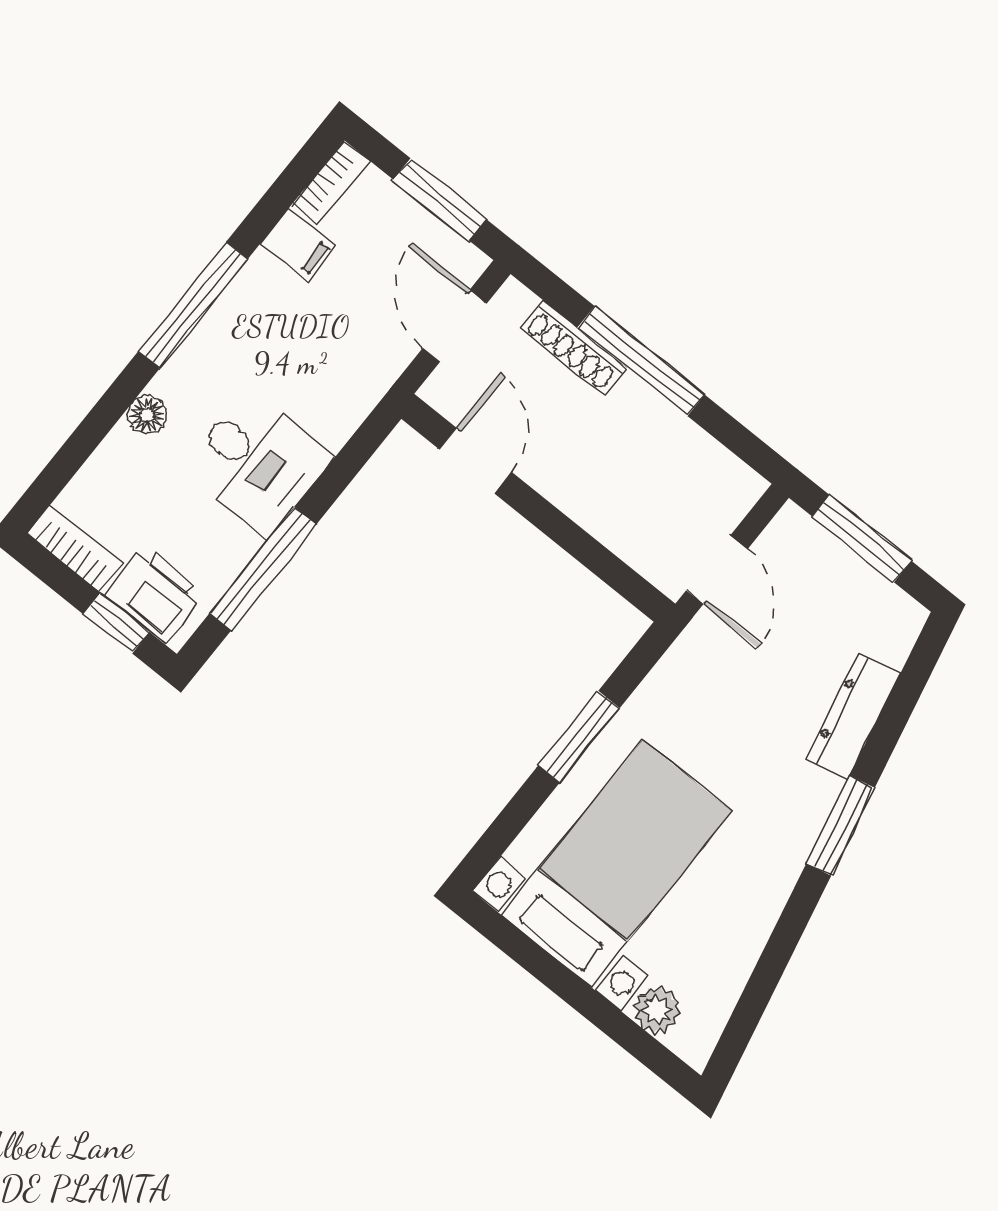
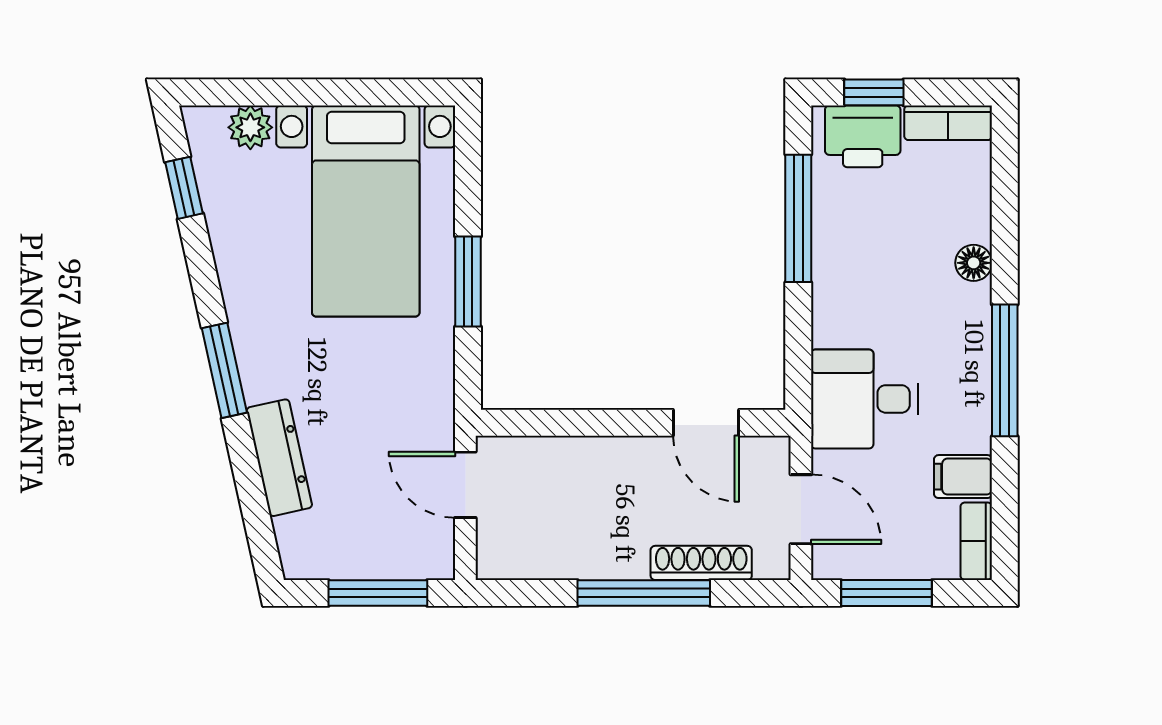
desk: (257, 463) -> (865, 399), moved
window: (752, 1004) -> (184, 188), added

